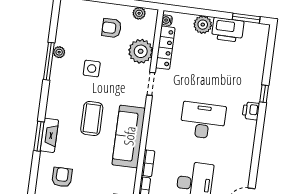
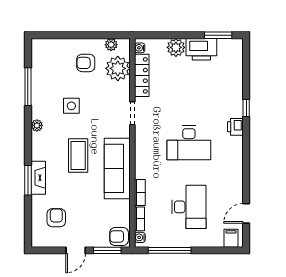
plant: (141, 51) -> (118, 68), moved
plant: (59, 52) -> (37, 125), moved
window: (49, 61) -> (28, 87), moved
desk: (203, 121) -> (189, 143), turned 180

